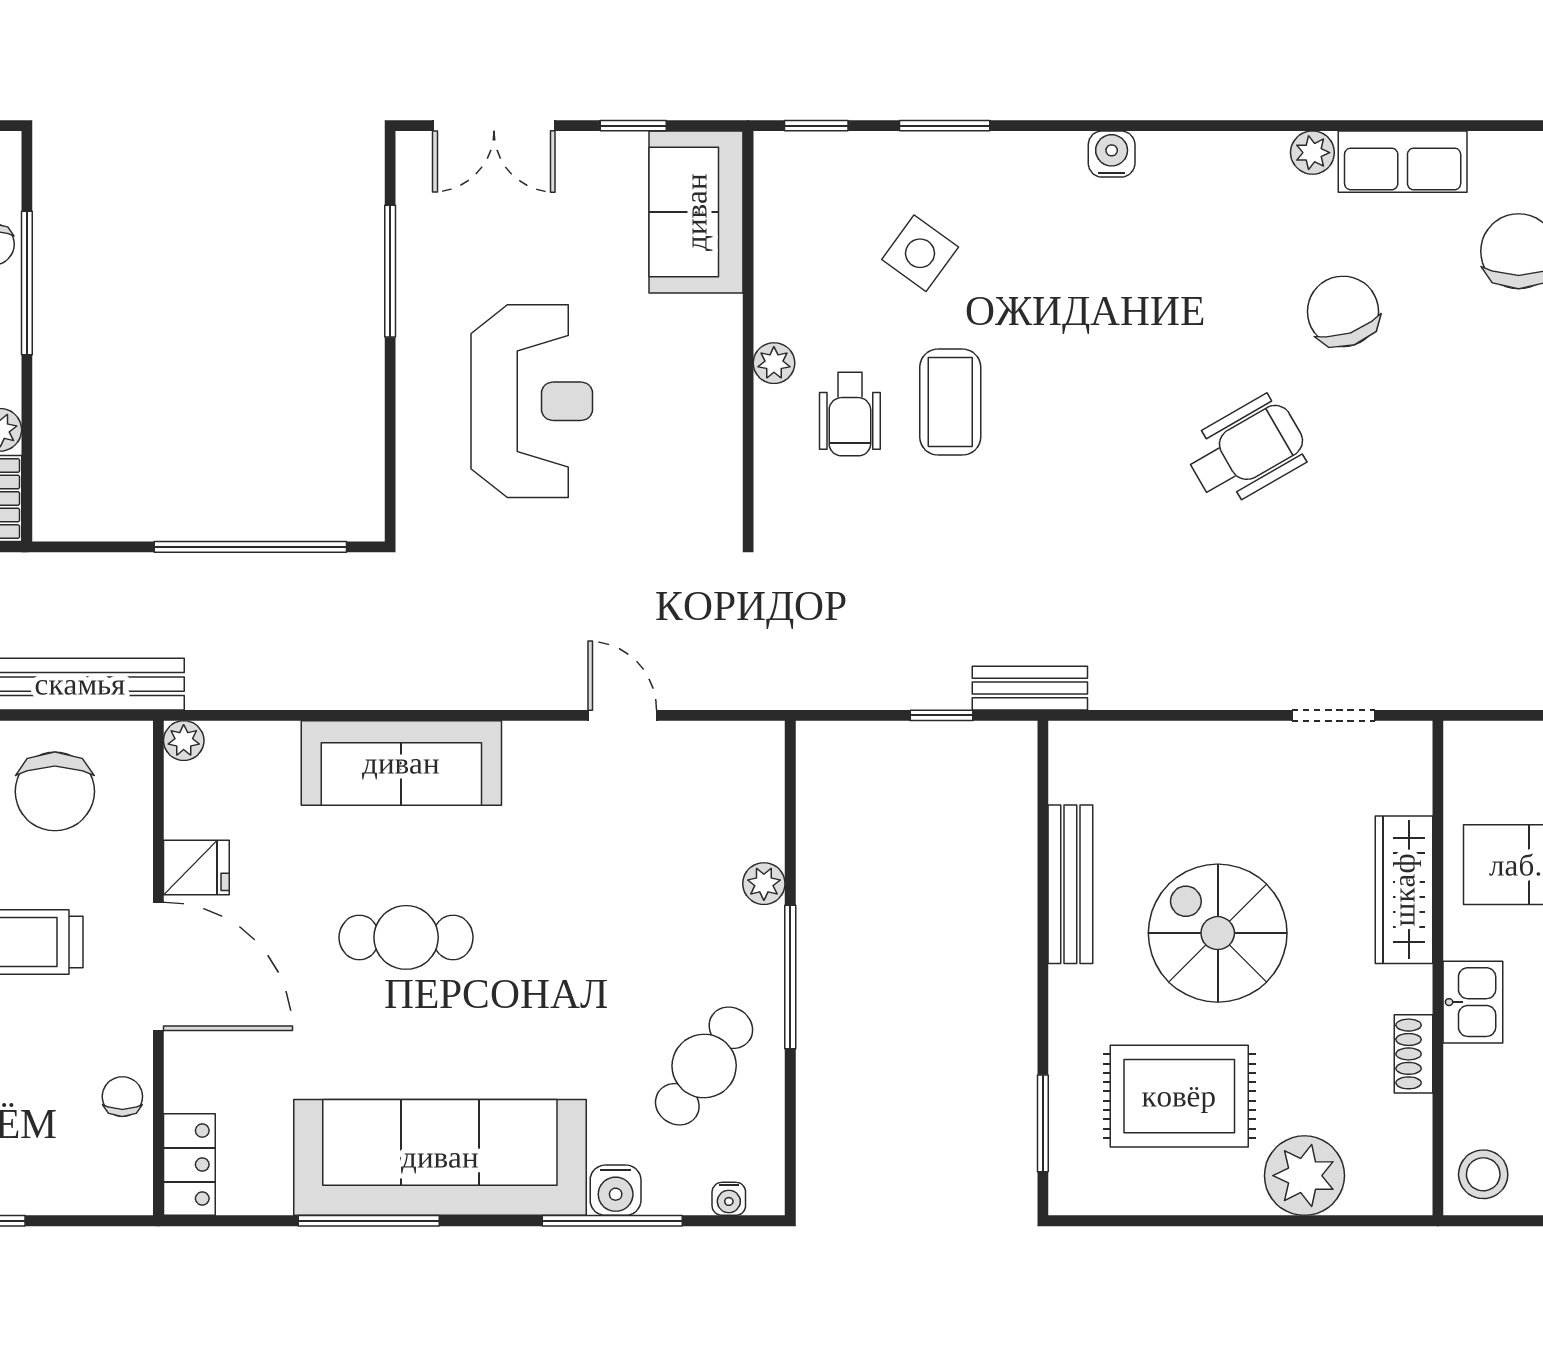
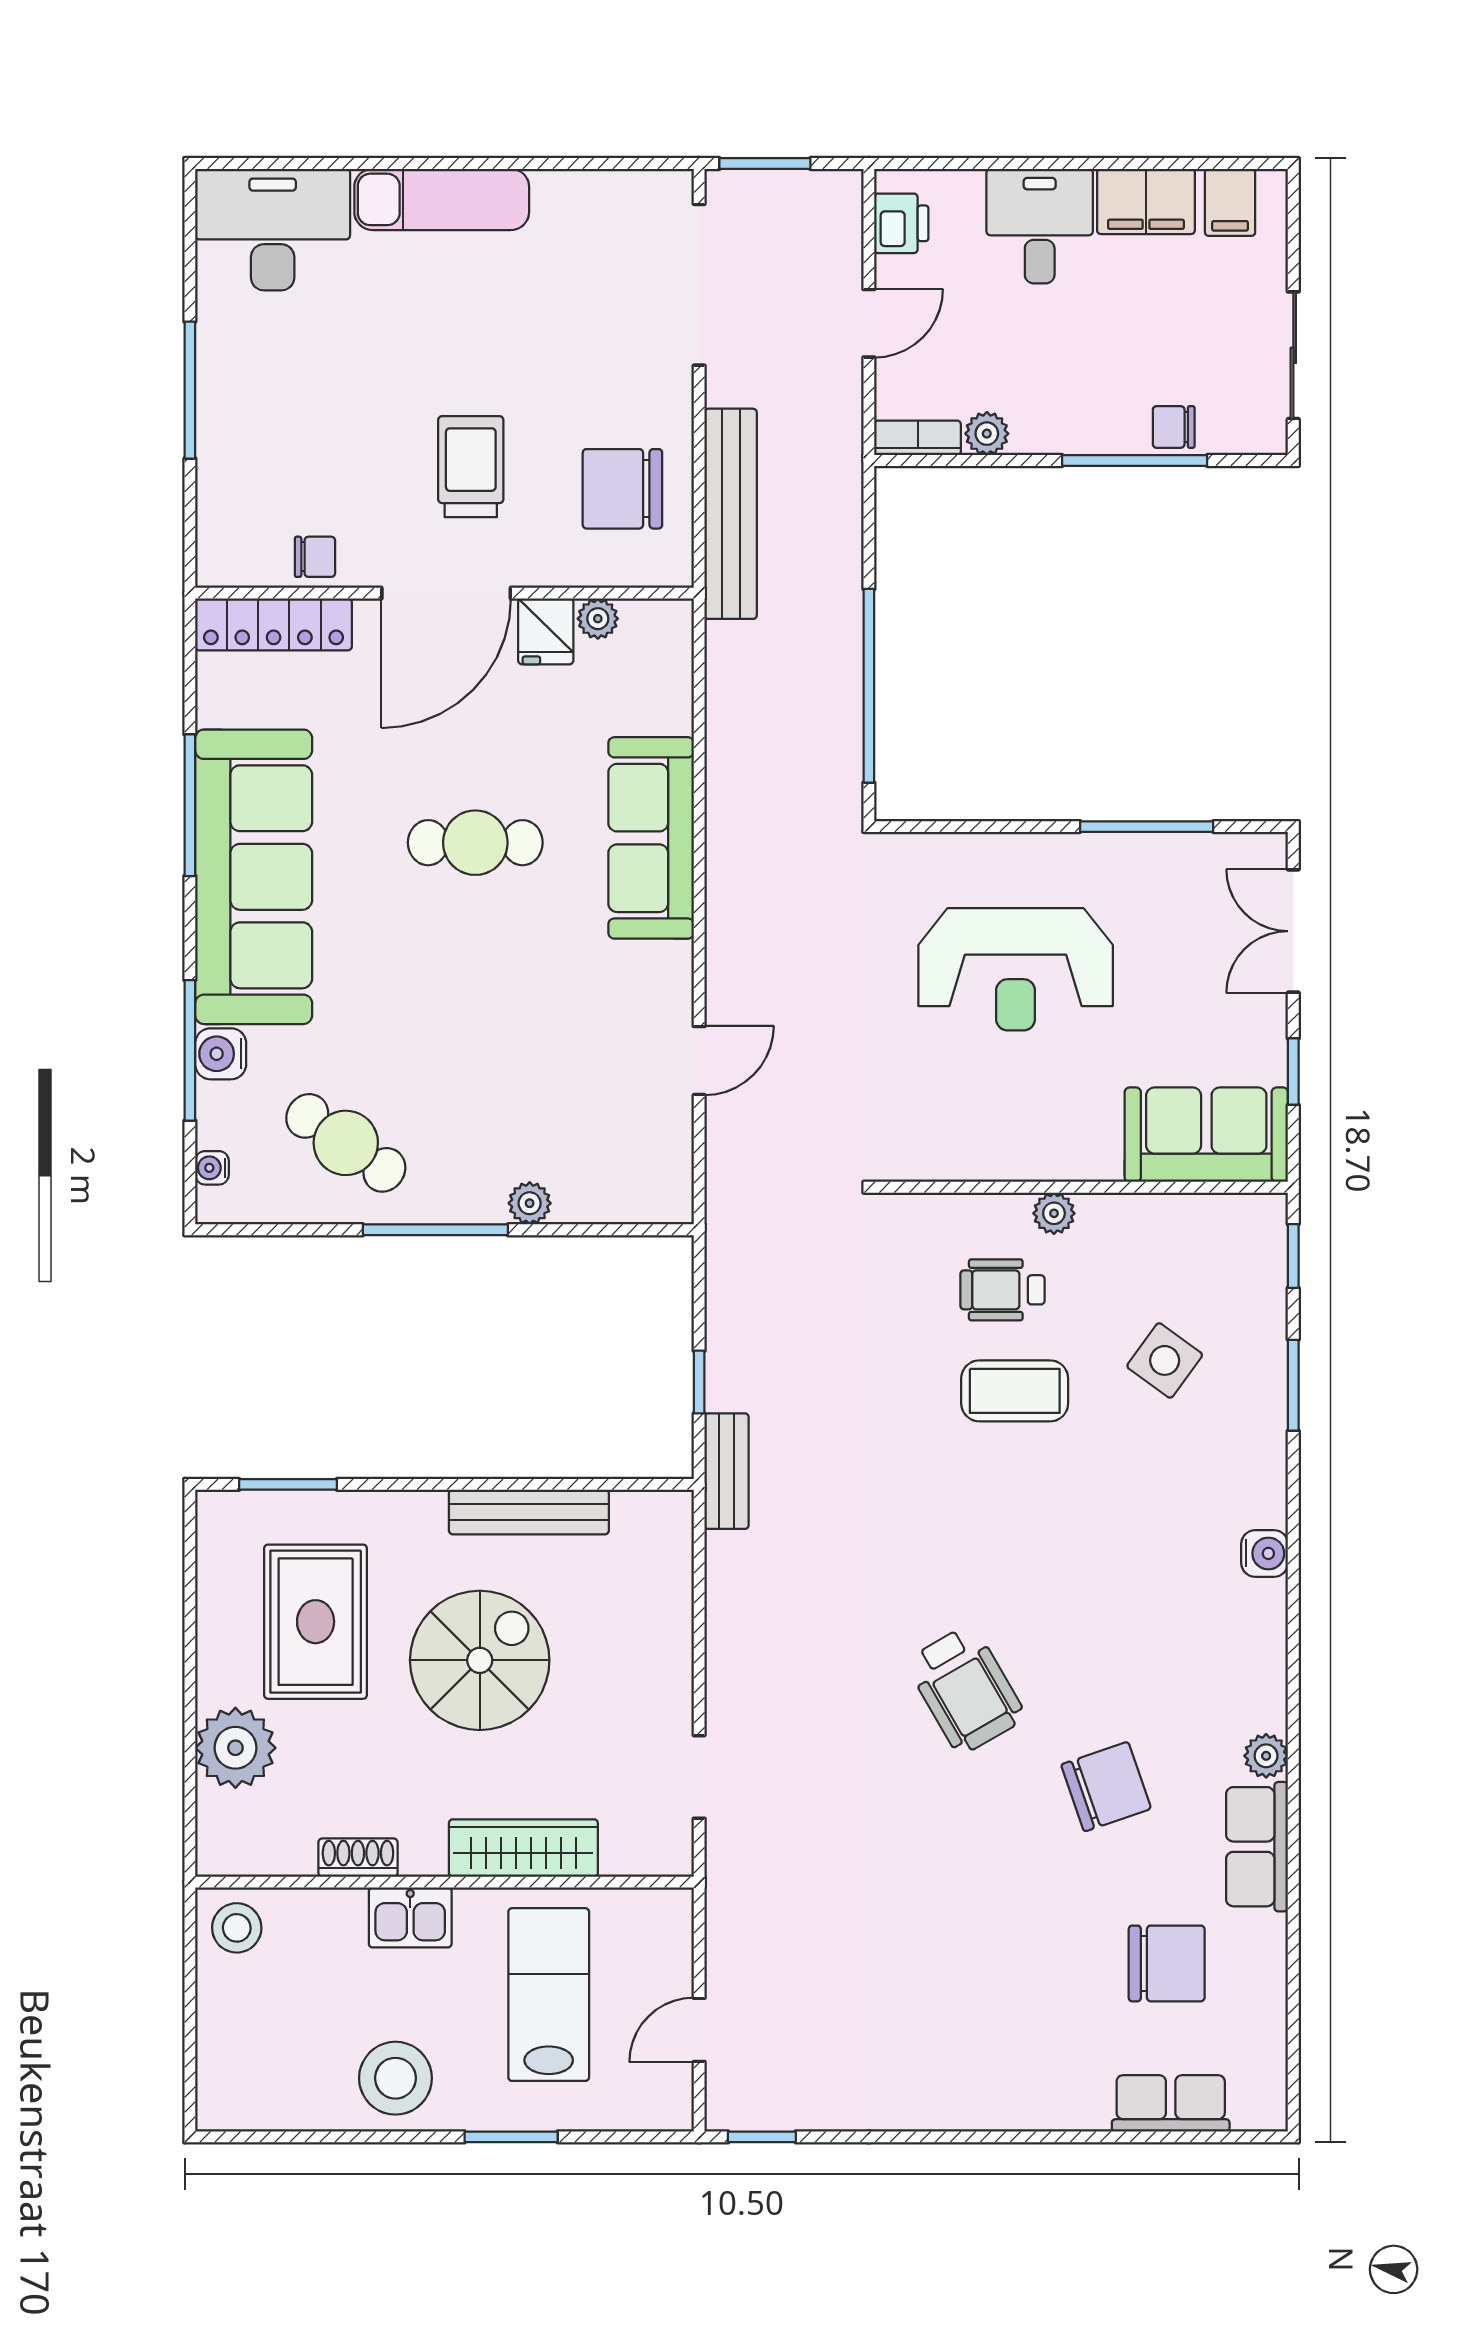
plant: (184, 741) -> (598, 619), moved
cafe table: (406, 937) -> (475, 843), turned 90
locker: (189, 1165) -> (274, 624), width x1.53

